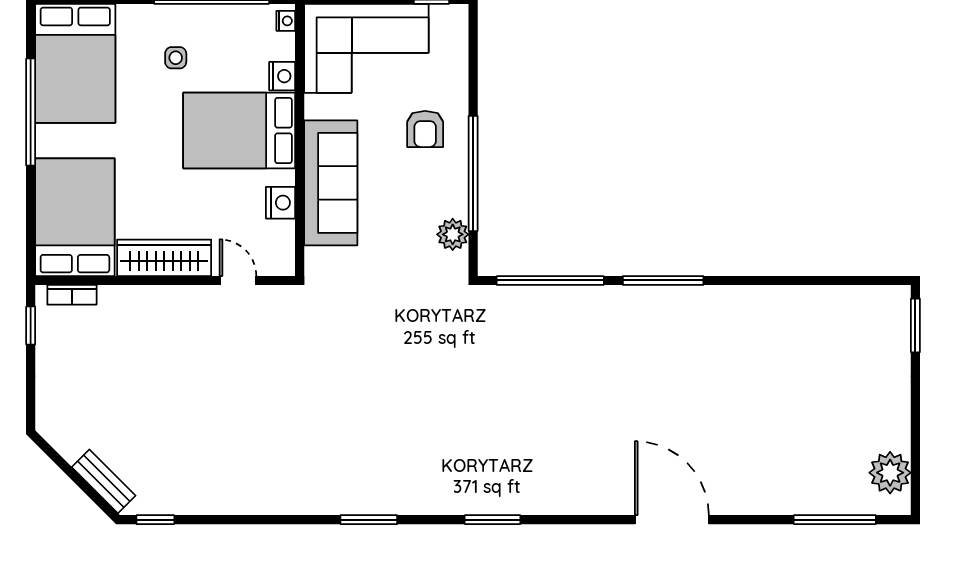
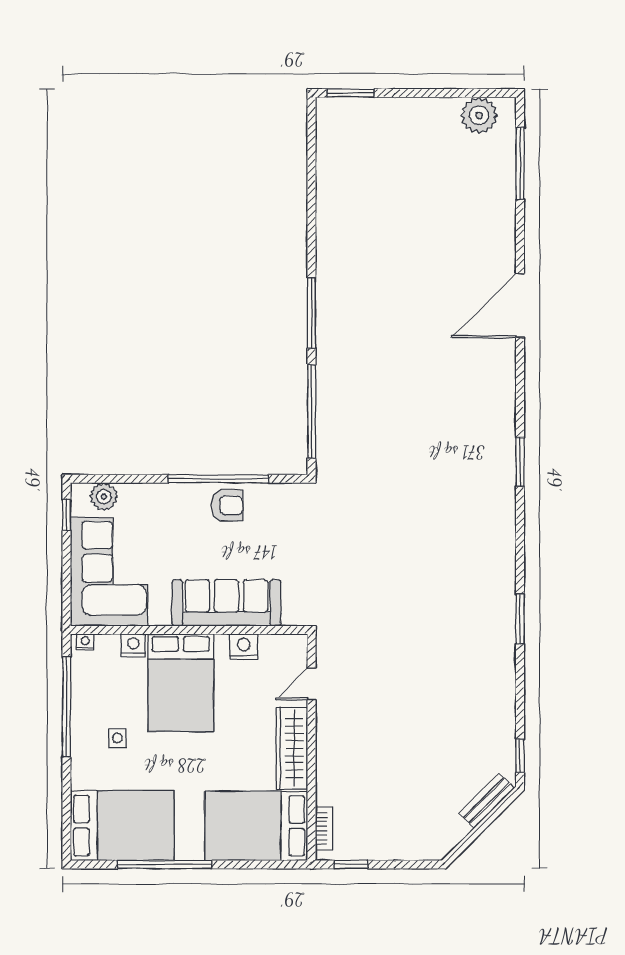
armchair: (425, 129) -> (227, 505), moved
plant: (453, 234) -> (104, 496), moved
window: (369, 520) -> (520, 619), moved

